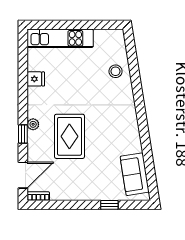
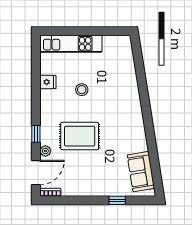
stool: (116, 71) -> (82, 90), moved
plant: (33, 124) -> (45, 151), moved
rug: (69, 136) -> (80, 136), turned 90

